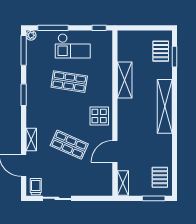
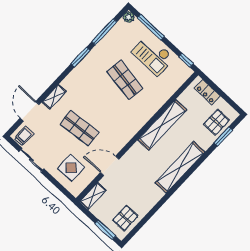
locker: (135, 36) -> (207, 92), added
window: (24, 50) -> (104, 32), moved
shelving: (125, 80) -> (162, 125), width x1.47
display table: (99, 116) -> (71, 168), moved
shop shelf: (69, 145) -> (79, 128), turned -30

